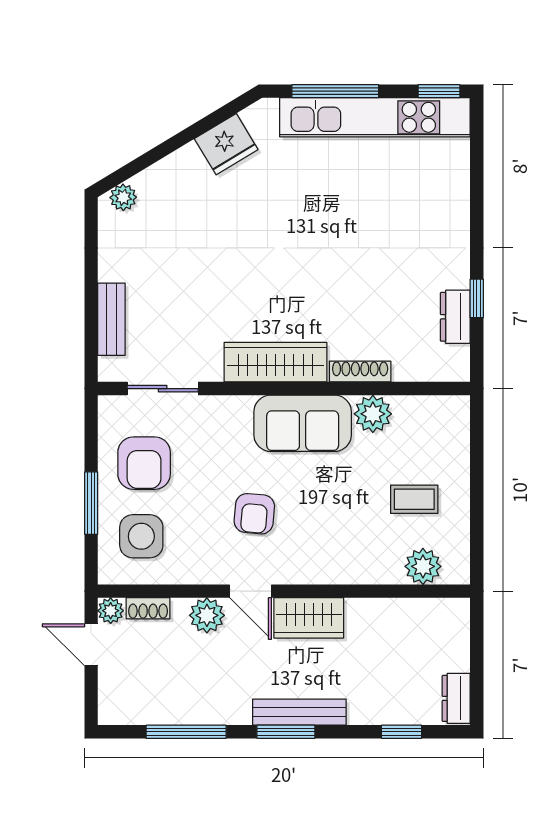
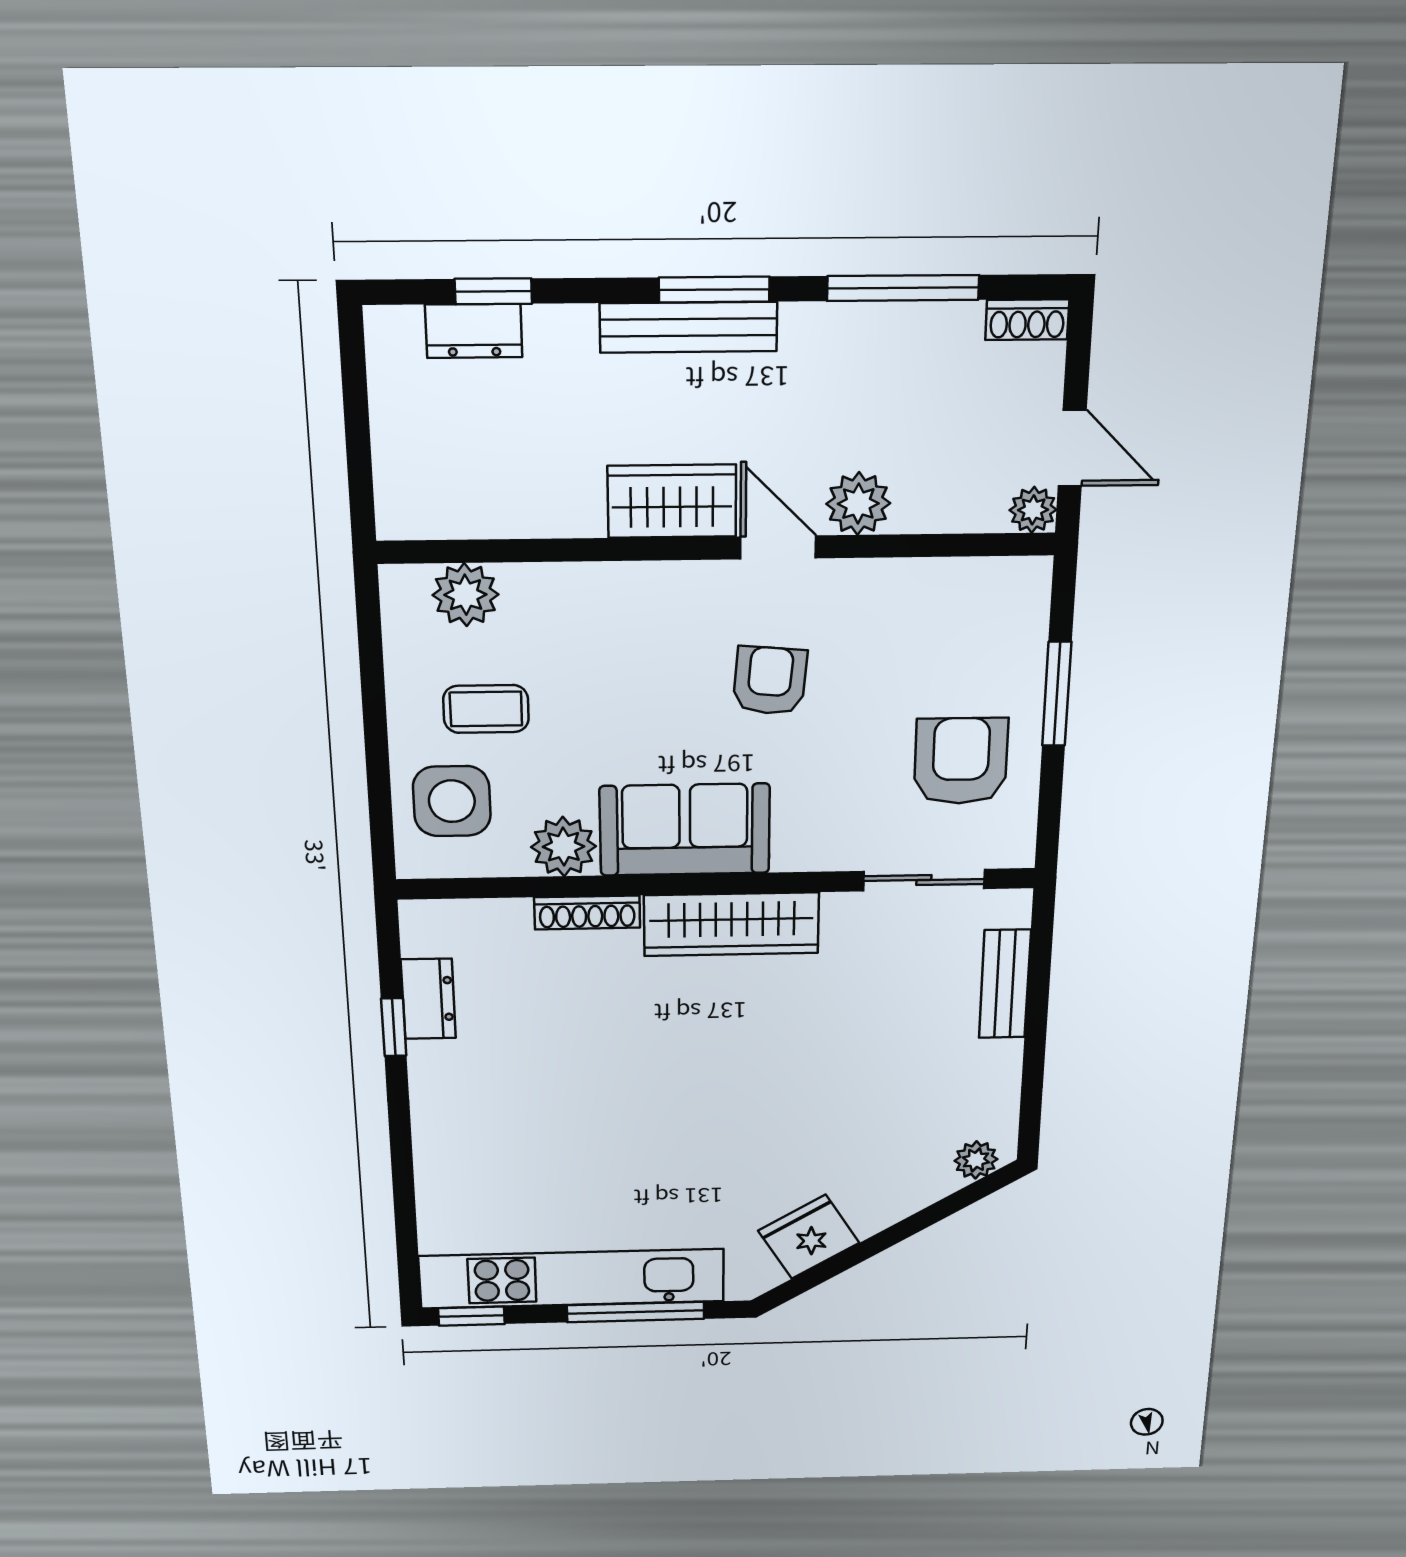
side table: (141, 536) -> (452, 801), moved
shoe rack: (148, 608) -> (1027, 320), moved, turned 180
dresser: (456, 698) -> (474, 331), moved, turned 90

